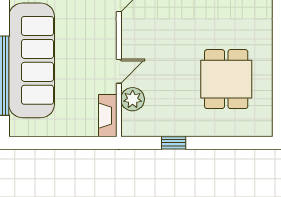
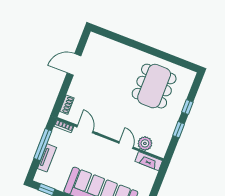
dining table: (226, 79) -> (154, 86), width x1.38
window: (214, 143) -> (187, 107), added

